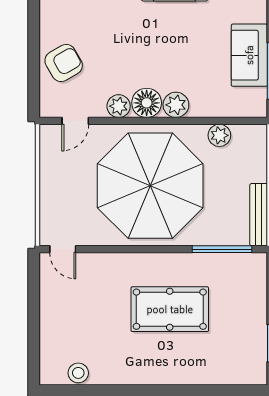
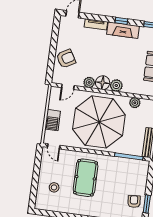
barbecue: (53, 195) -> (53, 120), added
pool table: (170, 309) -> (86, 178), moved, turned 90
armchair: (246, 342) -> (134, 201), added
stool: (78, 373) -> (54, 187), moved

